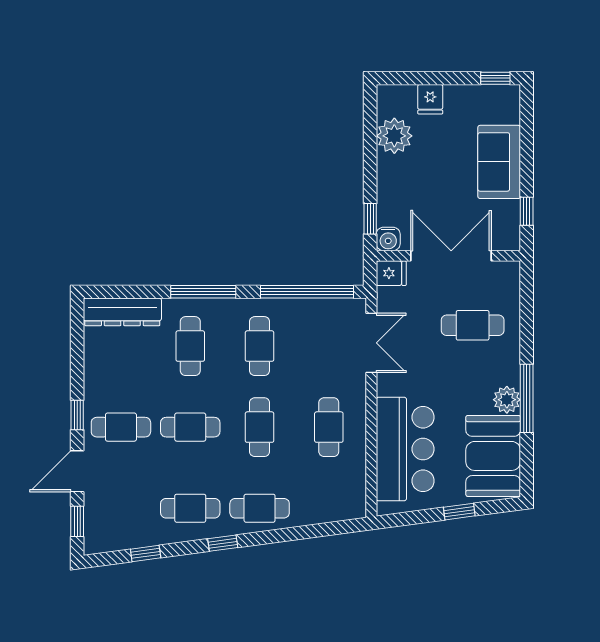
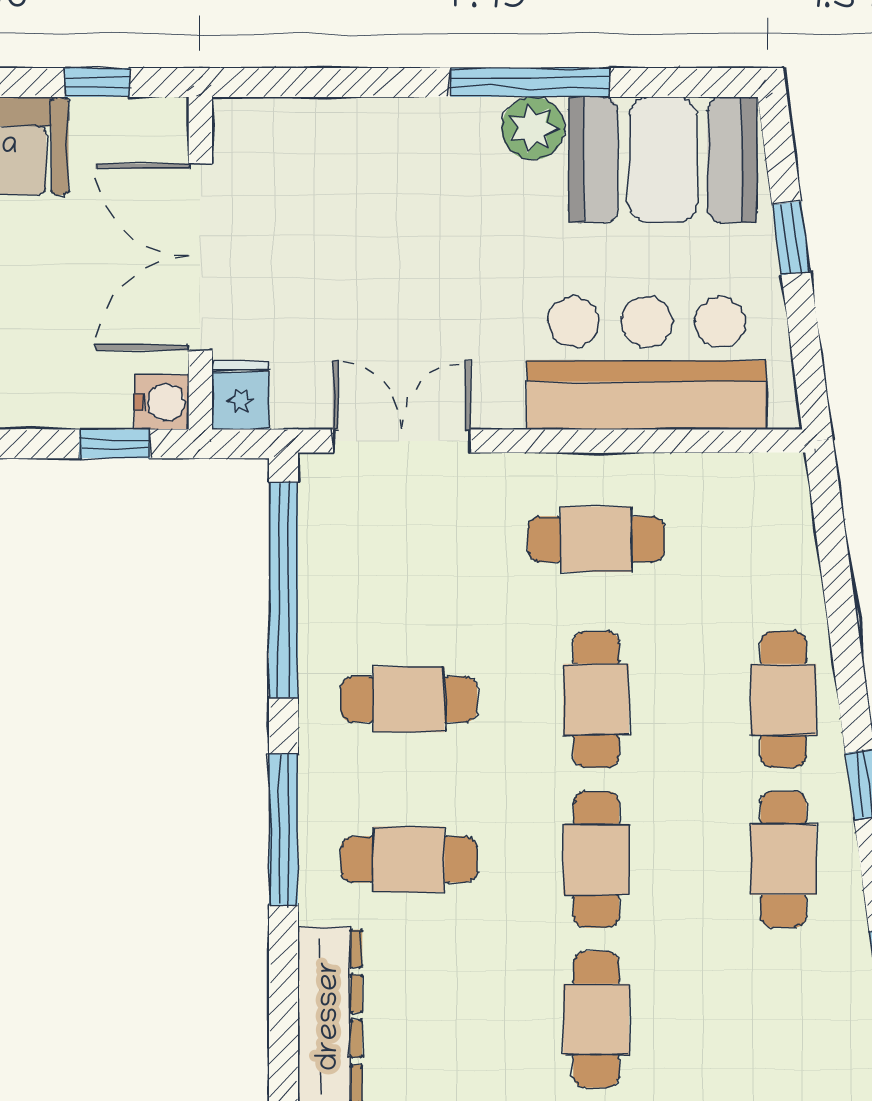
cafe table: (473, 325) -> (361, 207), removed
cafe table: (260, 427) -> (596, 699), turned 90

